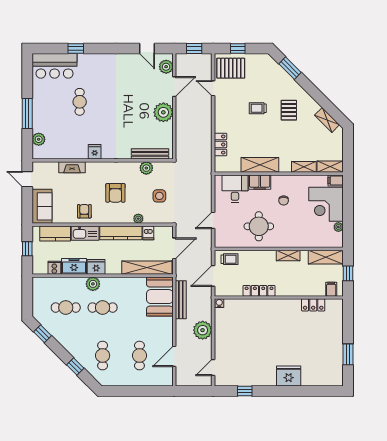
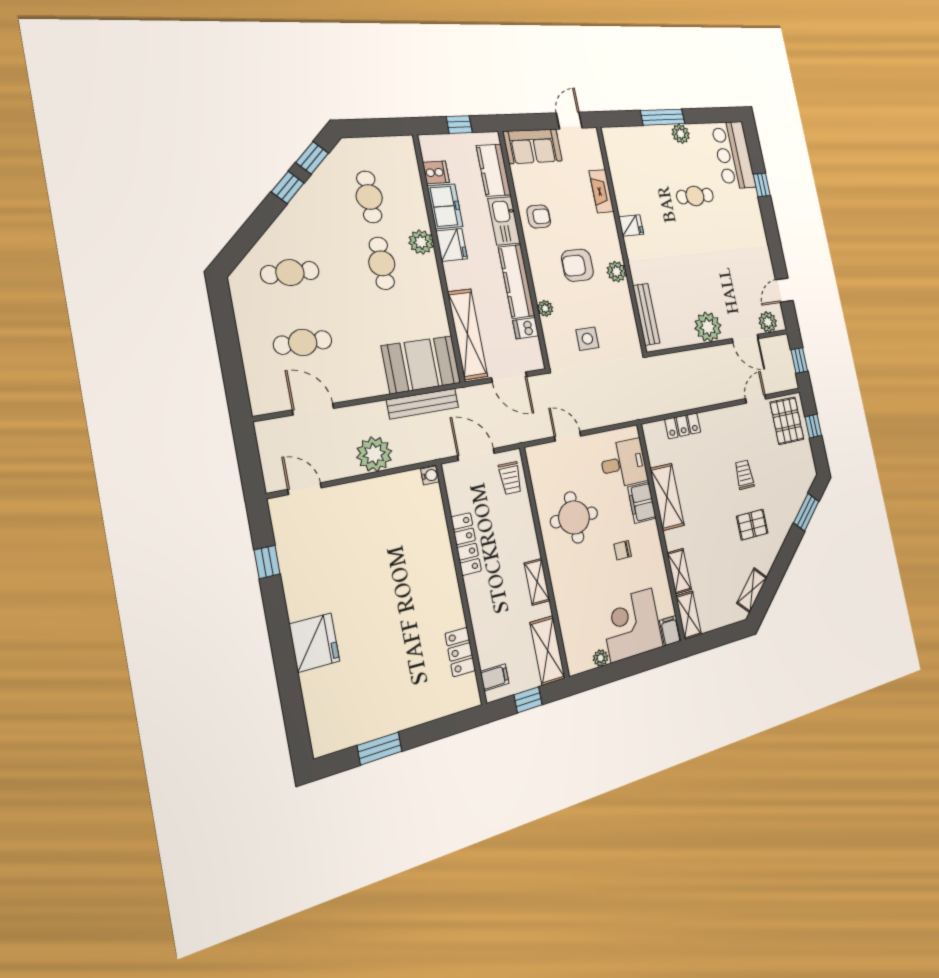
plant: (39, 139) -> (681, 134), moved
plant: (146, 168) -> (617, 272), moved
window: (75, 367) -> (288, 187), moved

